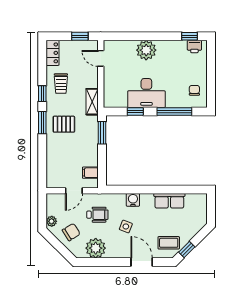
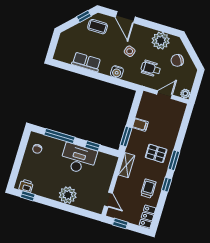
filing cabinet: (90, 173) -> (140, 125), moved
plant: (52, 221) -> (185, 94), moved

